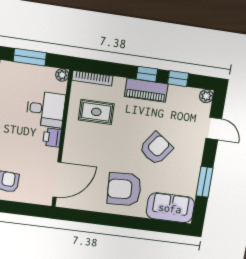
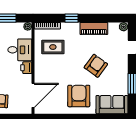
window: (147, 74) -> (72, 18), moved
window: (178, 79) -> (103, 18), removed
piano: (146, 90) -> (94, 28), moved
armchair: (124, 189) -> (79, 96), turned 93

